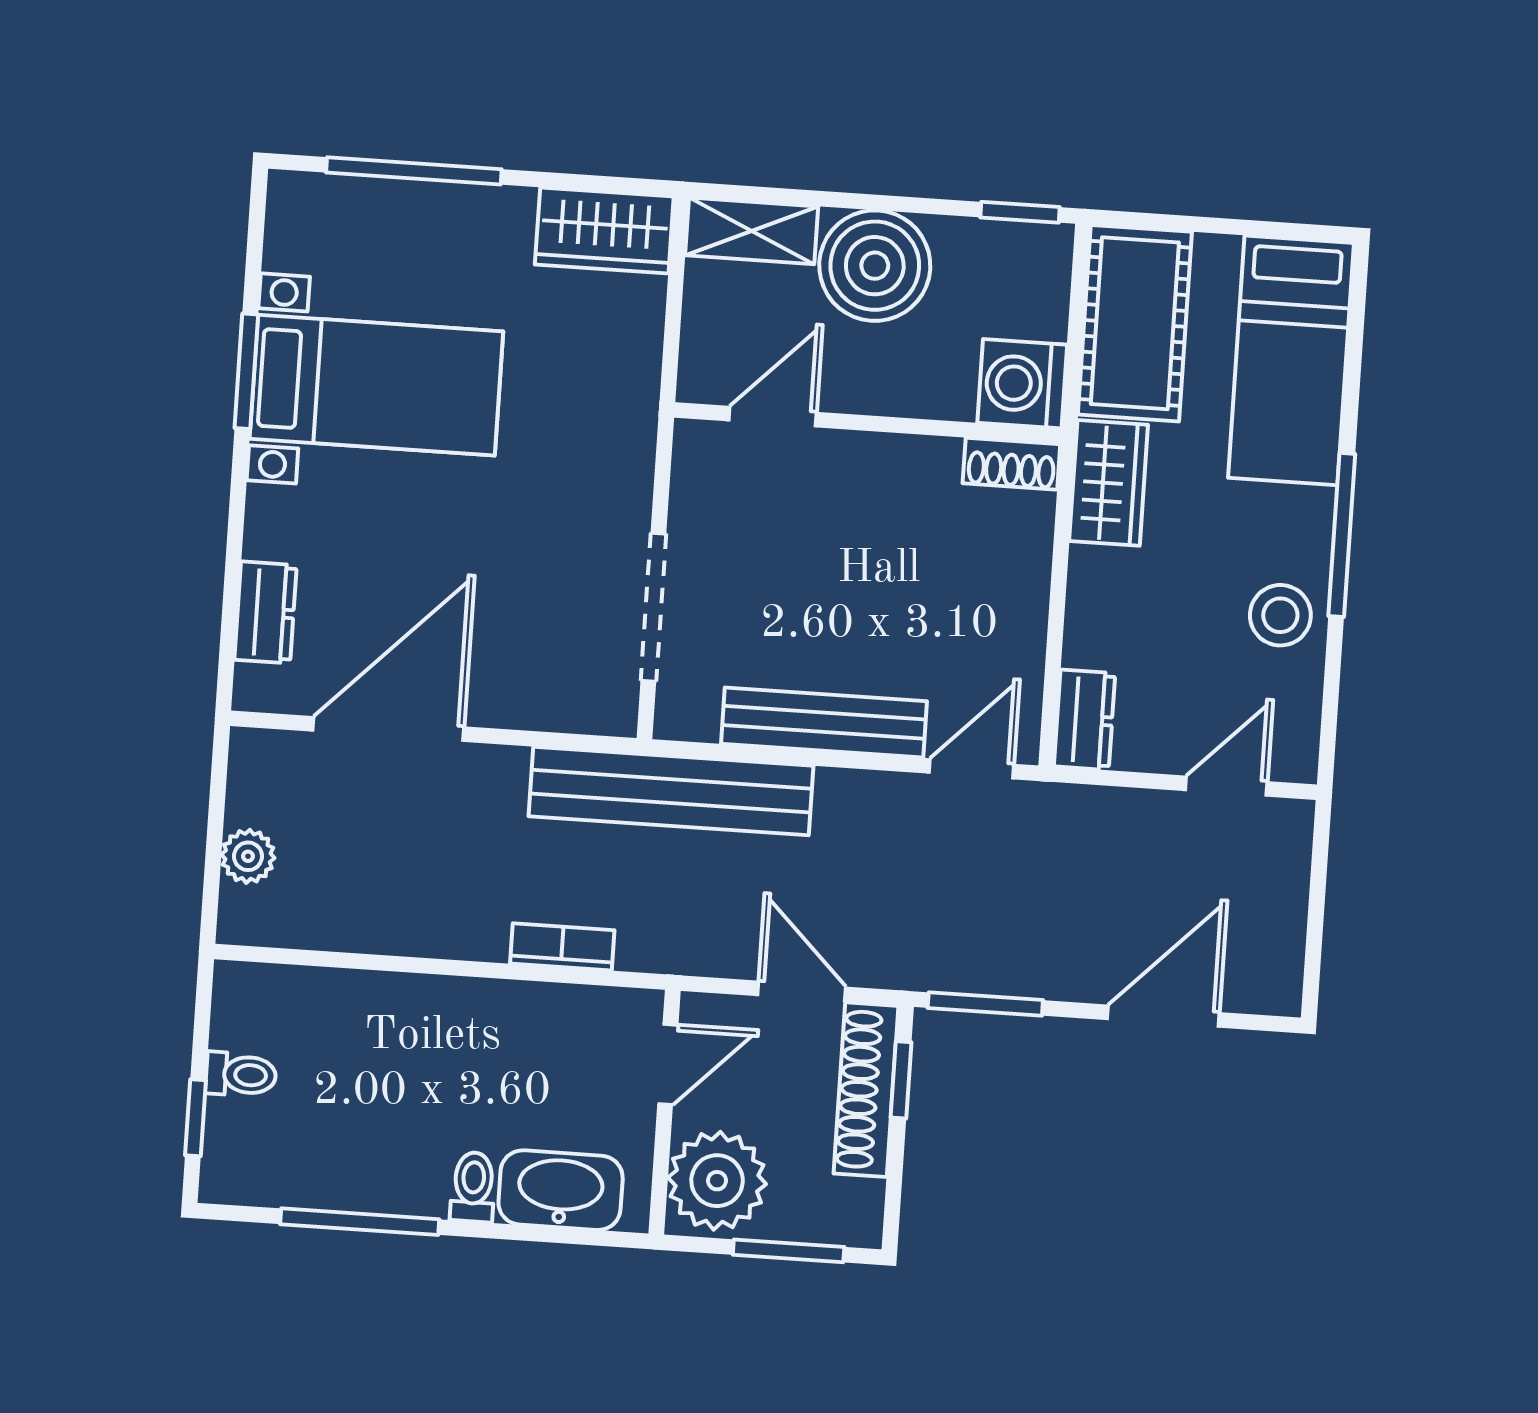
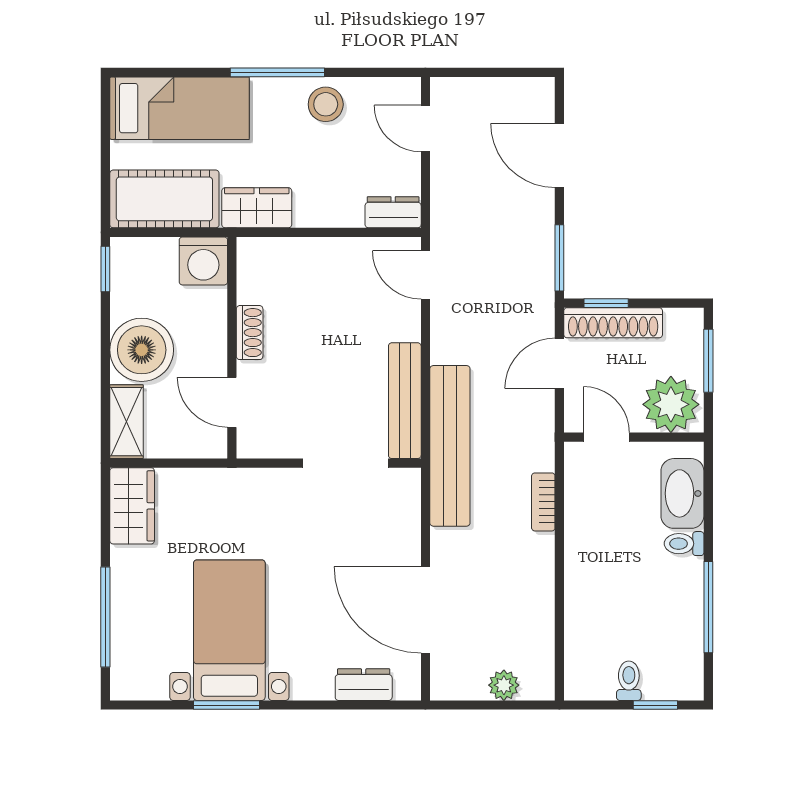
shoe rack: (1011, 464) -> (250, 333), moved
bench: (824, 722) -> (405, 401), moved

